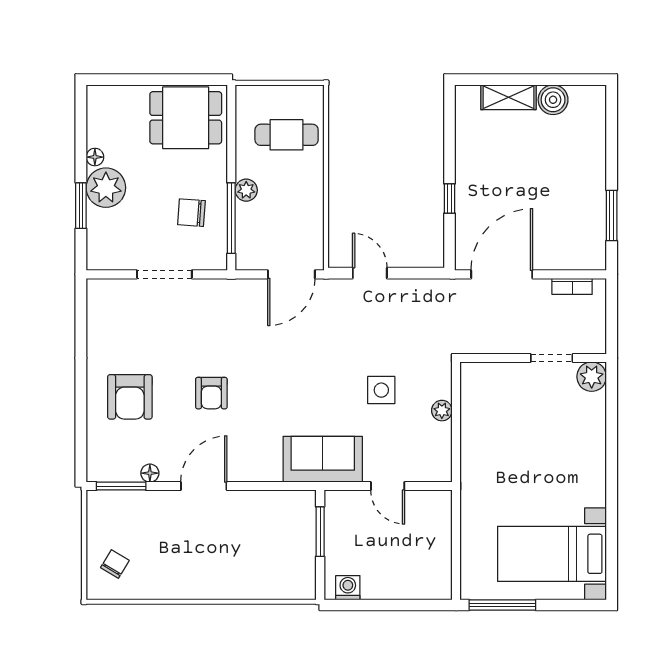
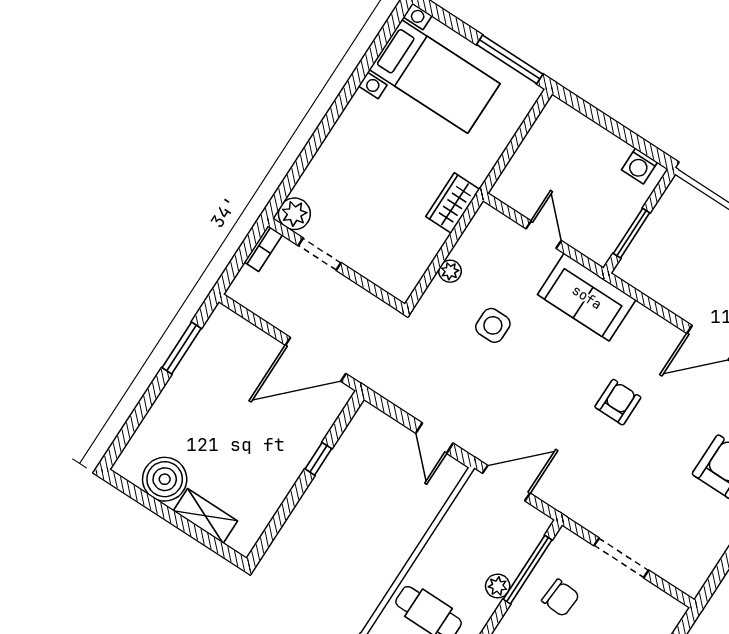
boiler: (553, 100) -> (165, 479), width x1.37, depth x1.37
bookcase: (572, 286) -> (263, 249), moved, turned 90
armchair: (211, 393) -> (618, 402), moved
wardrobe: (474, 465) -> (453, 203), added

